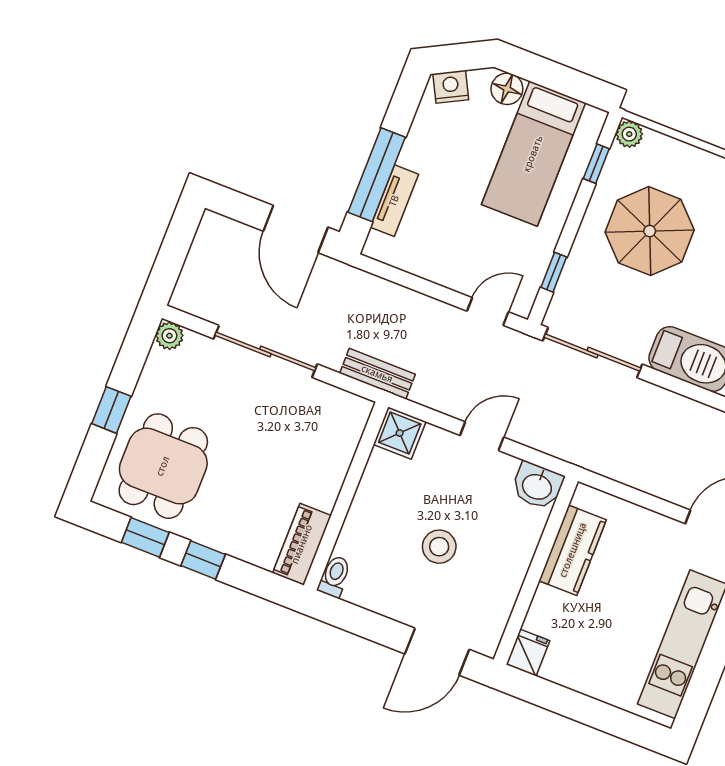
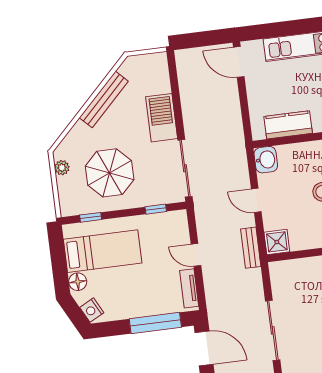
plant: (629, 134) -> (62, 168), moved
tv unit: (394, 201) -> (189, 288), moved, turned -90
door: (296, 229) -> (204, 348), hinge flipped
door: (488, 311) -> (196, 255), moved
bench: (377, 374) -> (251, 248), moved

